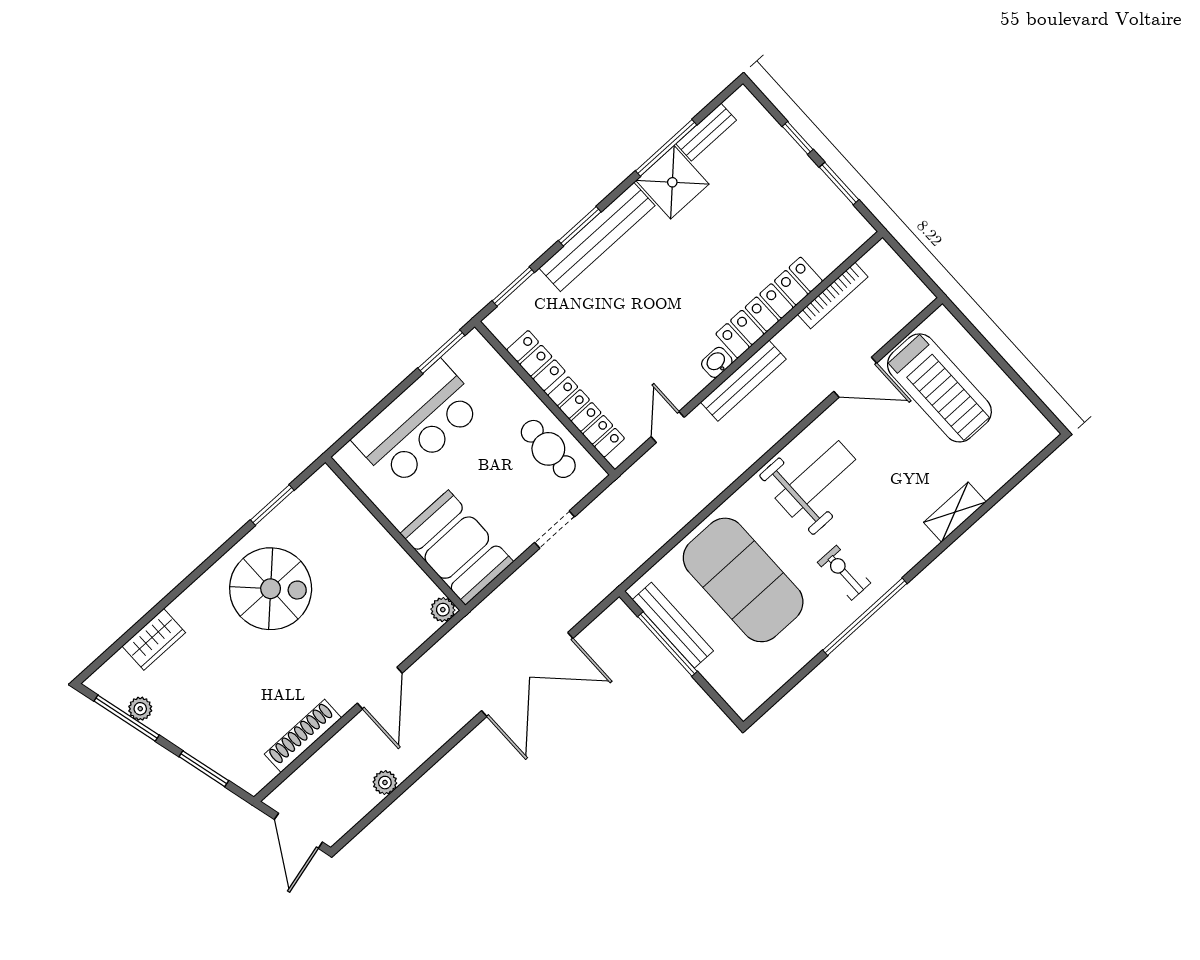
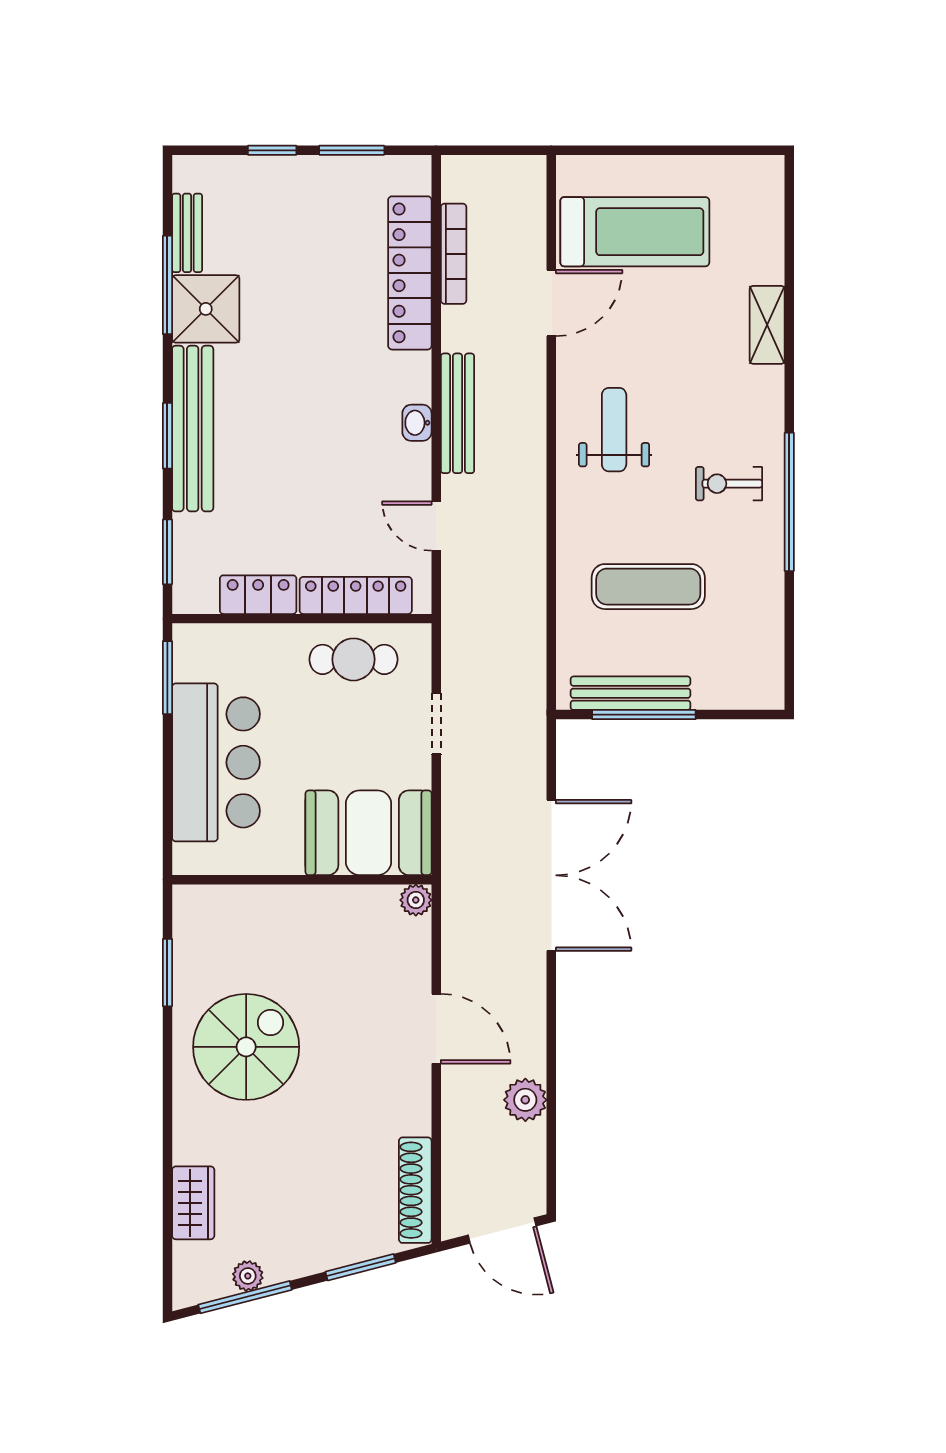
locker: (769, 308) -> (410, 273), moved
weight bench: (815, 479) -> (614, 430), width x0.73, depth x0.75
exercise mat: (743, 580) -> (648, 587), width x0.50, depth x0.69
shoe rack: (303, 736) -> (415, 1190), moved
plant: (385, 783) -> (525, 1100), width x1.38, depth x1.38

